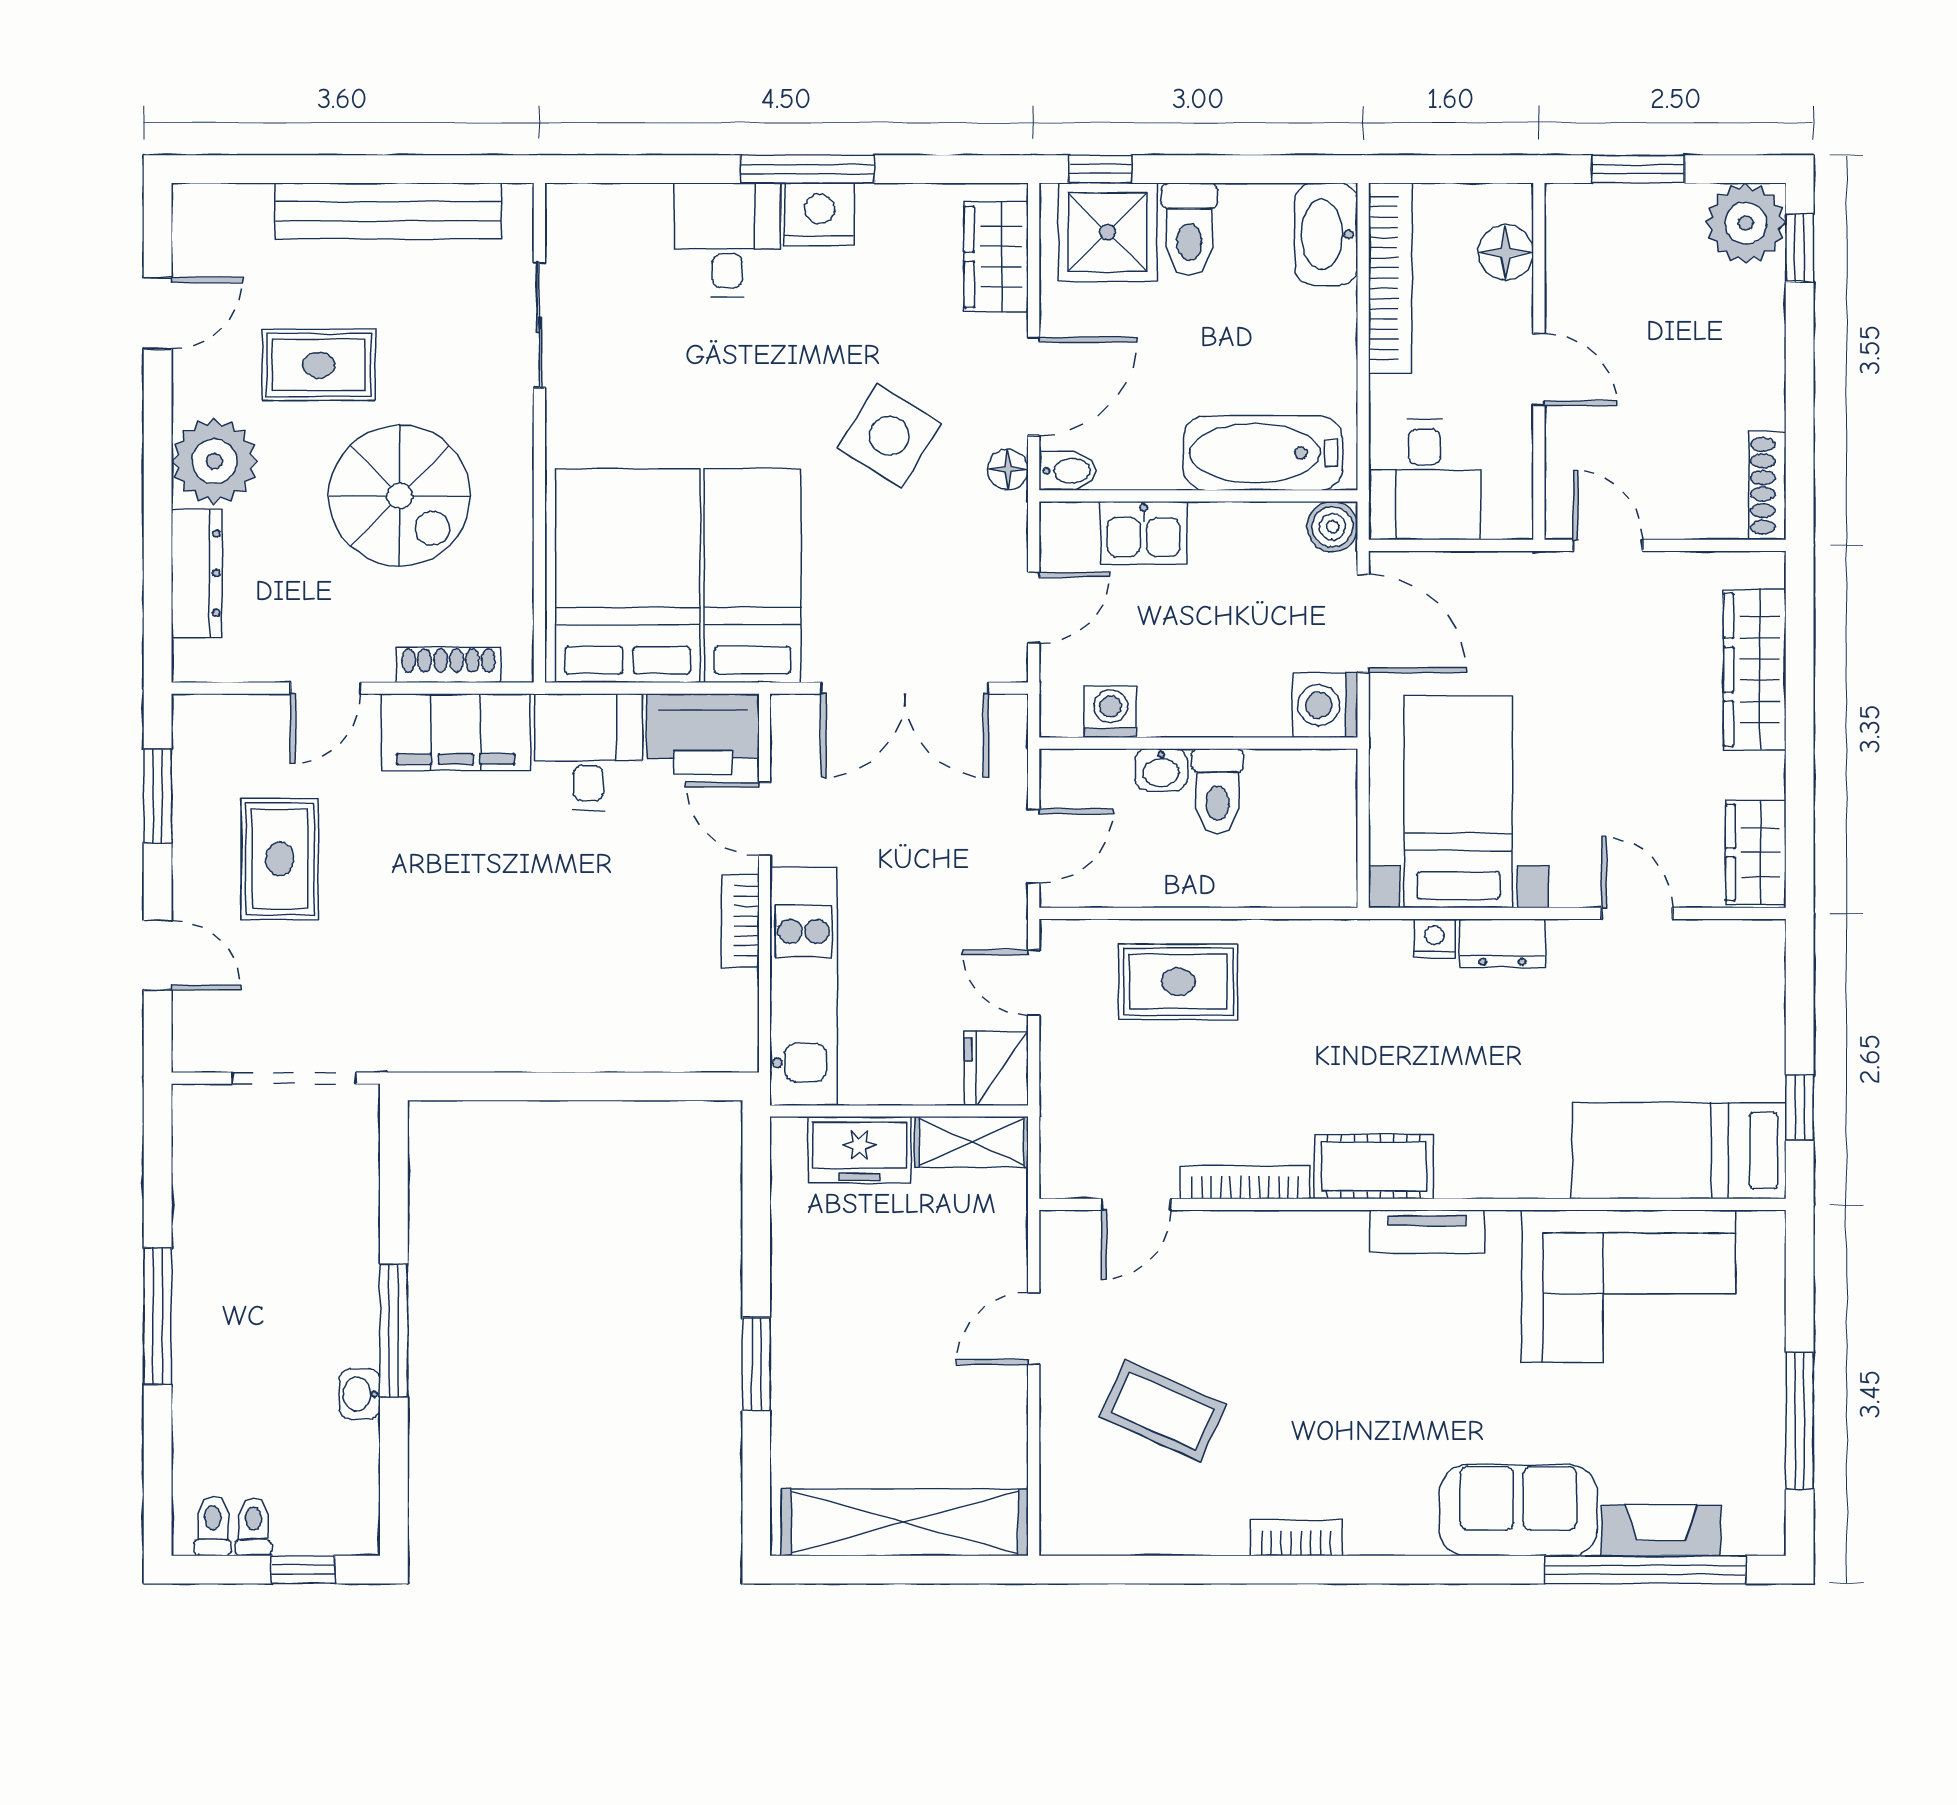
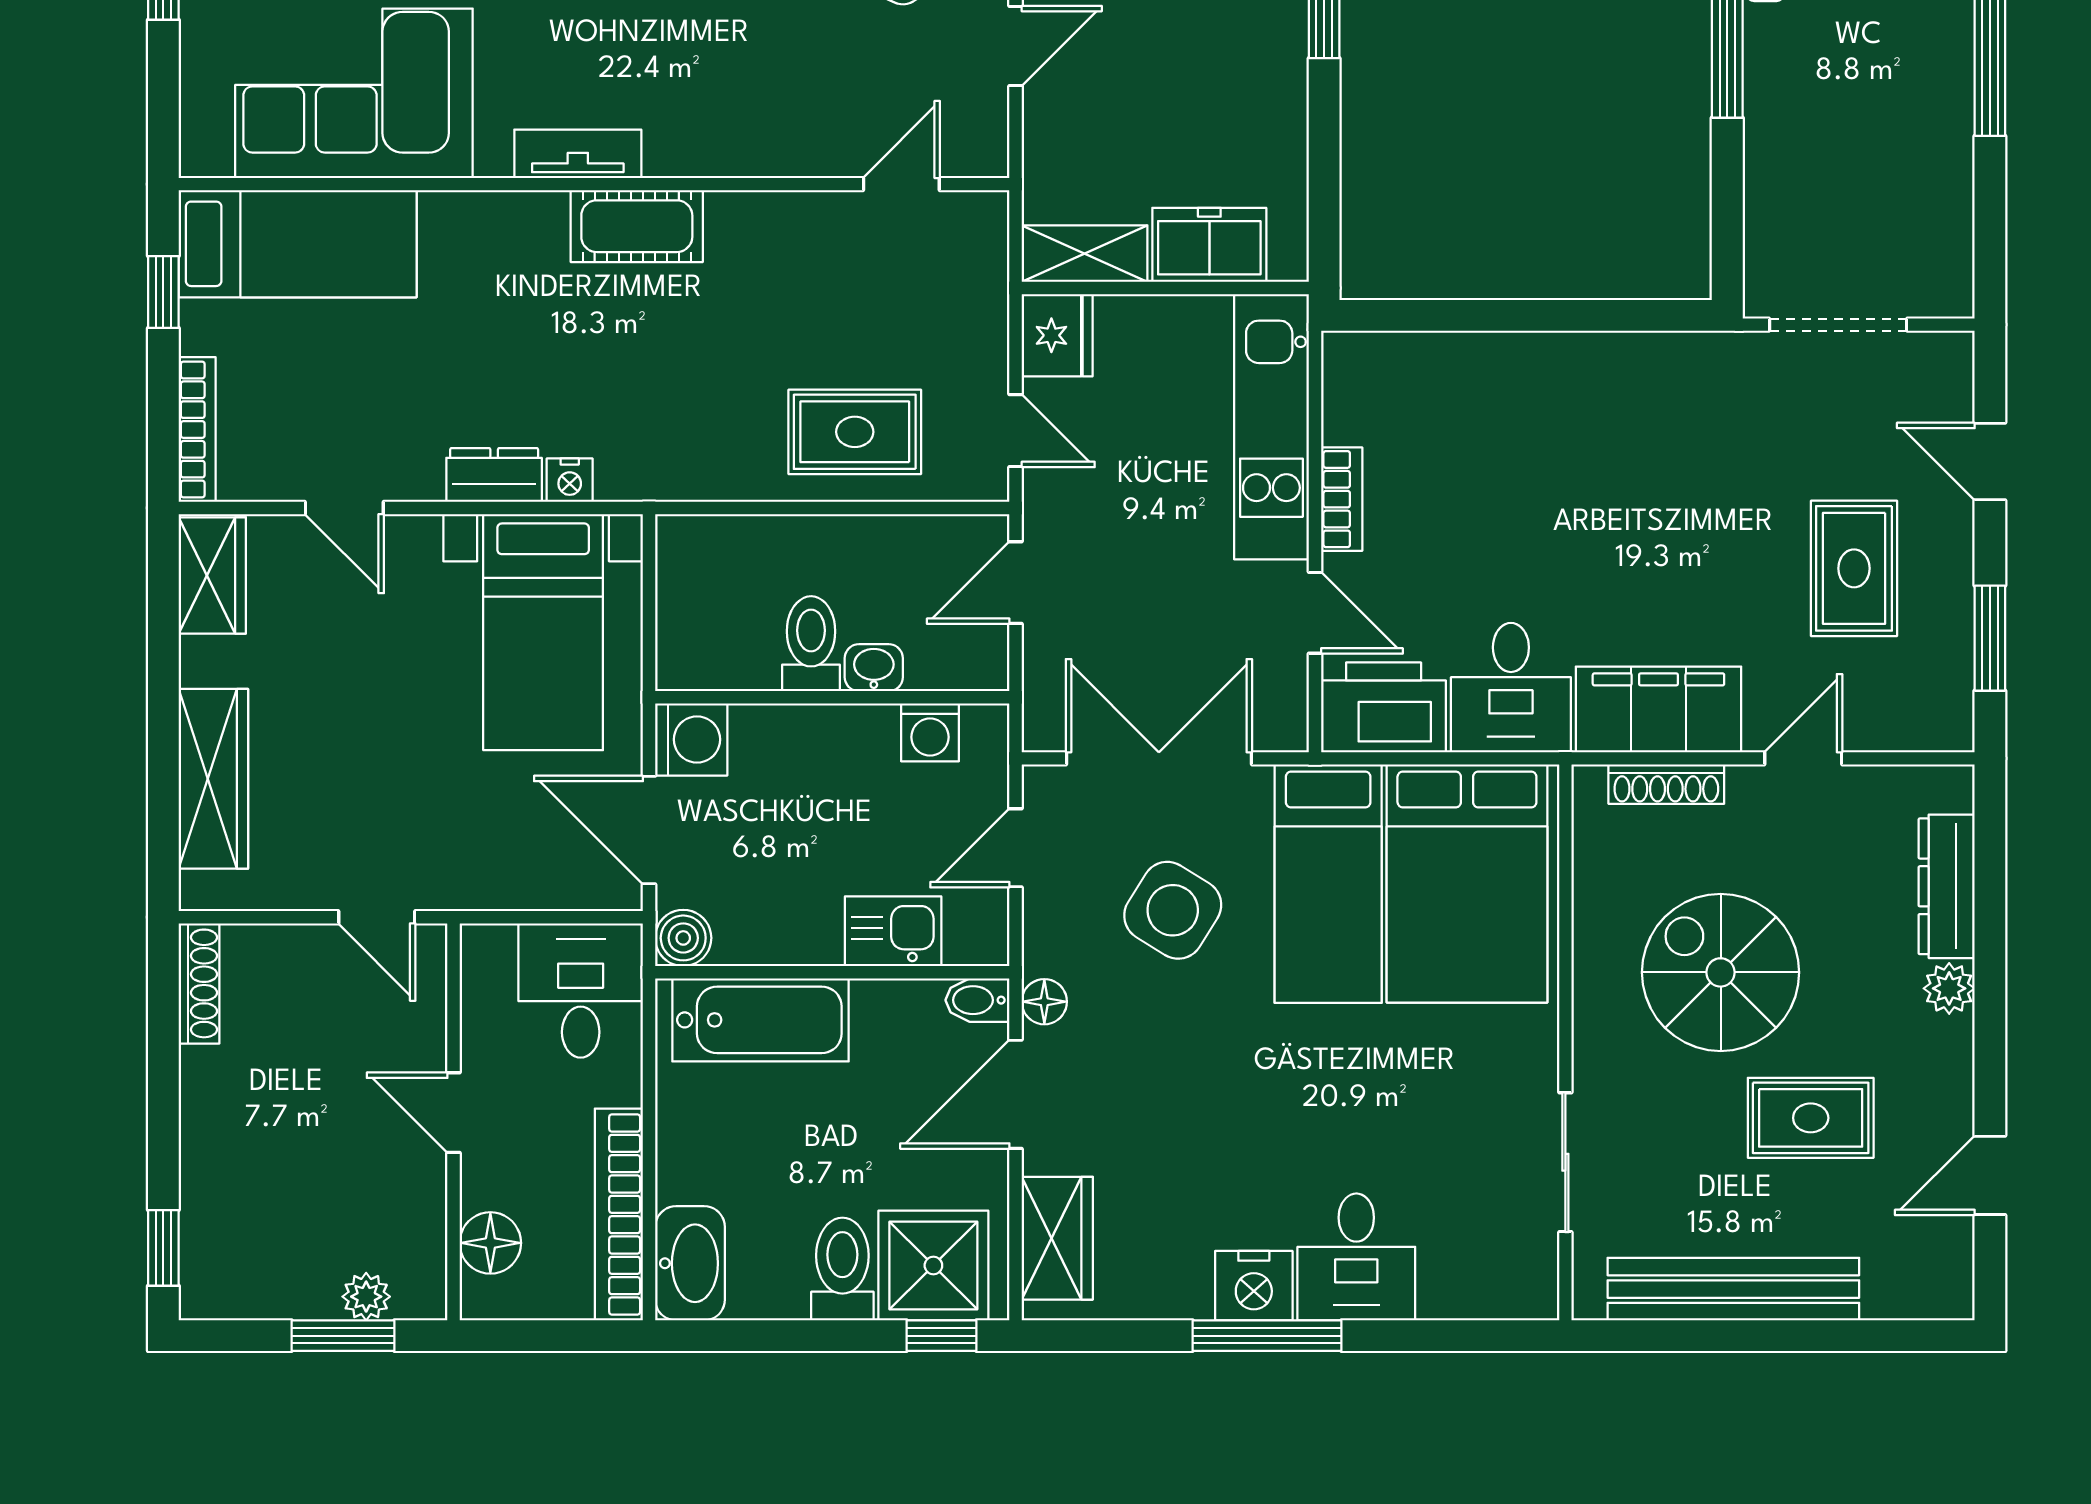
plant: (1746, 223) -> (366, 1297), moved, width x0.53, depth x0.53
side table: (889, 436) -> (1173, 910), moved
plant: (214, 461) -> (1949, 988), width x0.53, depth x0.53
bookcase: (1245, 1182) -> (197, 429), moved, turned -90

